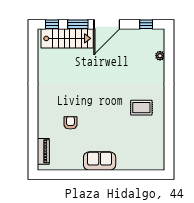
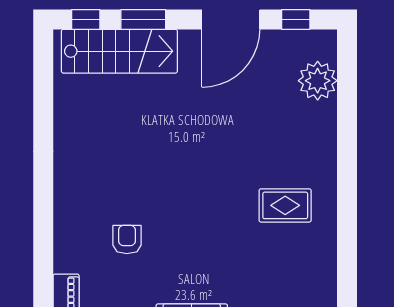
door: (107, 24) -> (231, 19), moved
plant: (160, 56) -> (318, 81), width x1.88, depth x1.88

